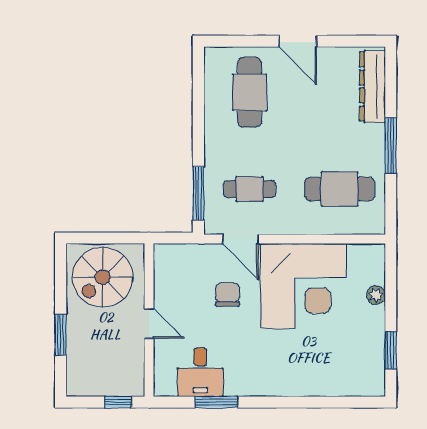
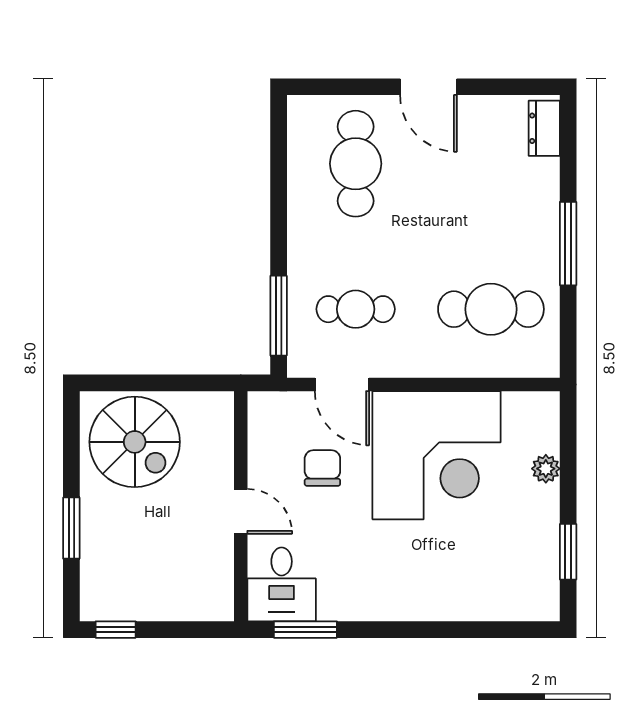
dresser: (372, 86) -> (544, 128), width x0.51, depth x0.80
spiral stairs: (103, 277) -> (135, 442), turned -90
wall: (149, 320) -> (241, 506), moved
door: (149, 323) -> (241, 511), moved
window: (118, 402) -> (116, 630), moved

